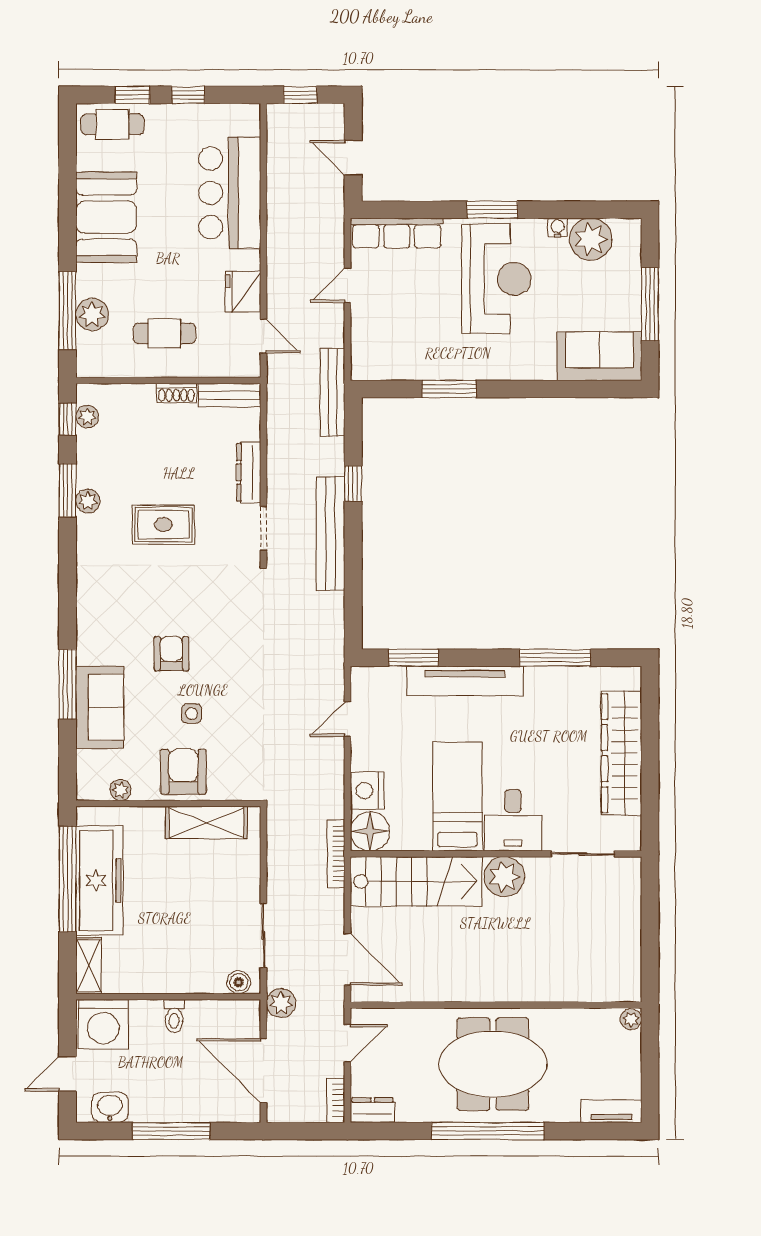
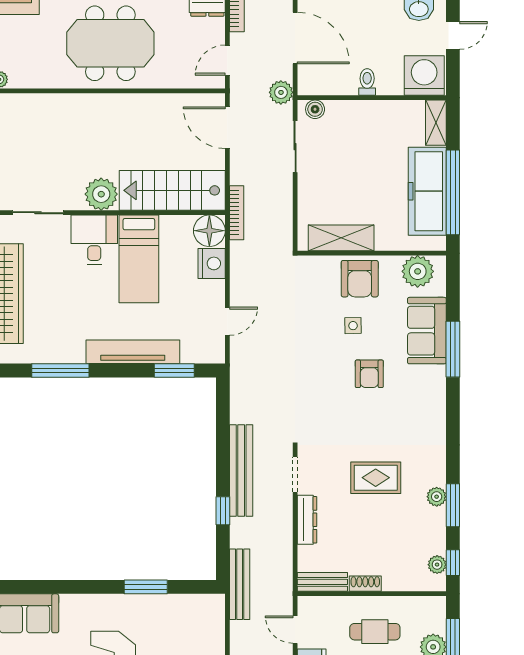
plant: (121, 790) -> (418, 271), width x1.87, depth x1.87

